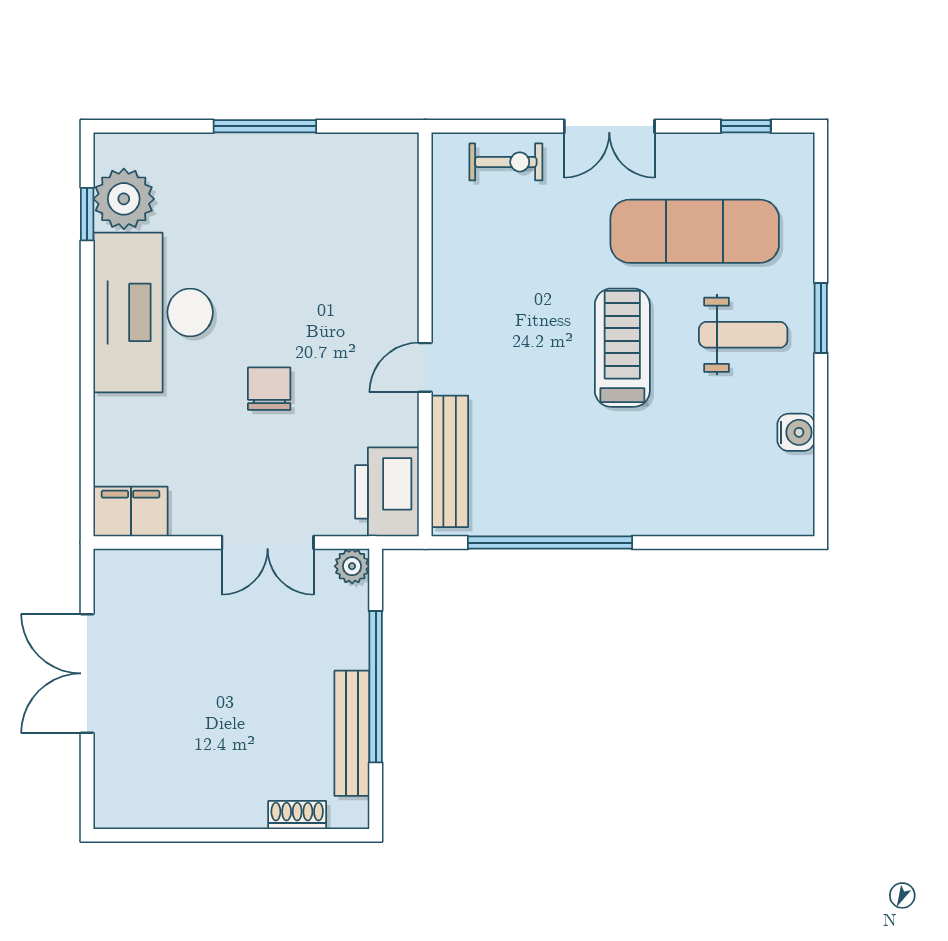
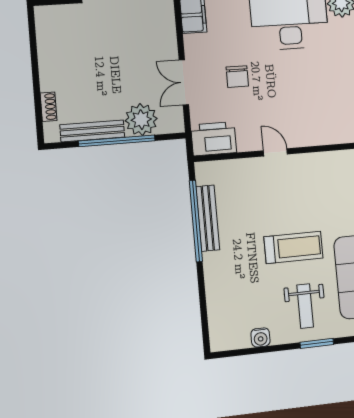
chair: (269, 389) -> (237, 76), moved, turned 90
bench: (450, 461) -> (208, 218), moved, turned 90
plant: (352, 566) -> (141, 120), moved, width x1.88, depth x1.88

